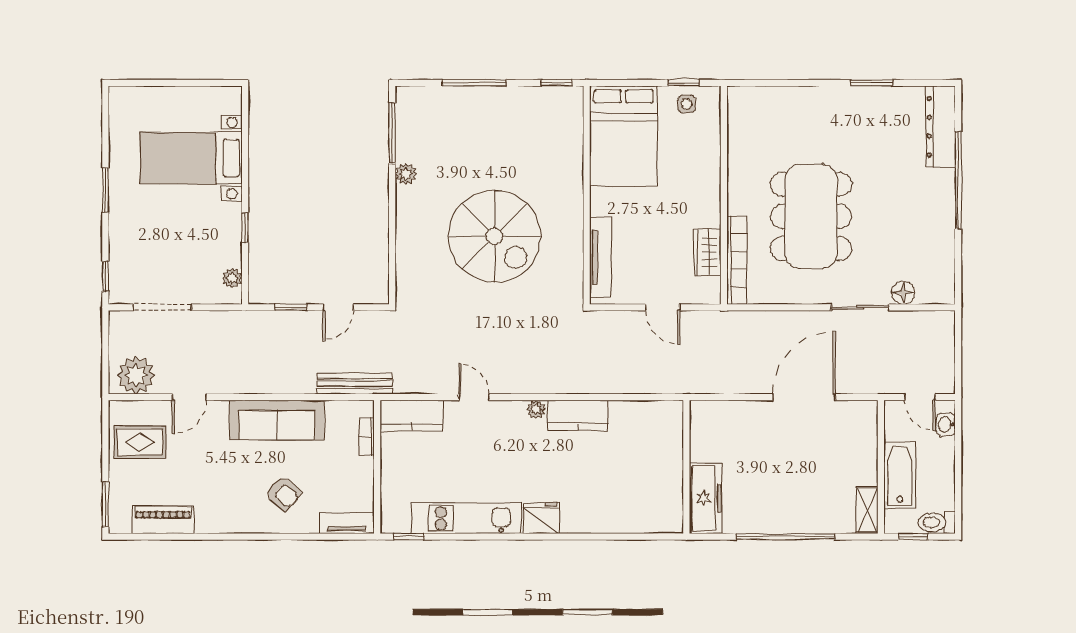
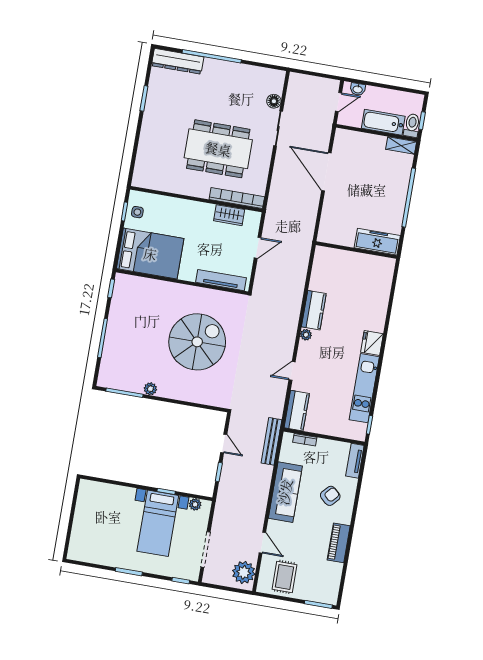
bed with nightstands: (191, 158) -> (158, 523), moved
piano: (163, 520) -> (339, 543), moved
toilet: (937, 522) -> (412, 125), moved, turned 180

